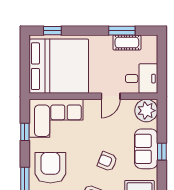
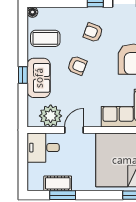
plant: (146, 111) -> (51, 116), moved

